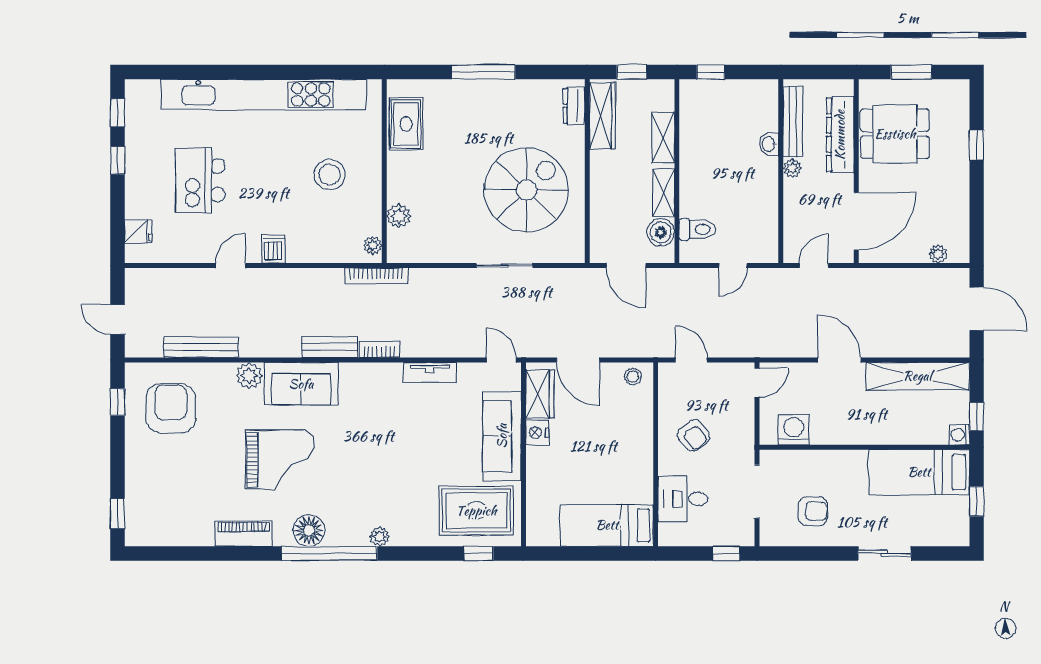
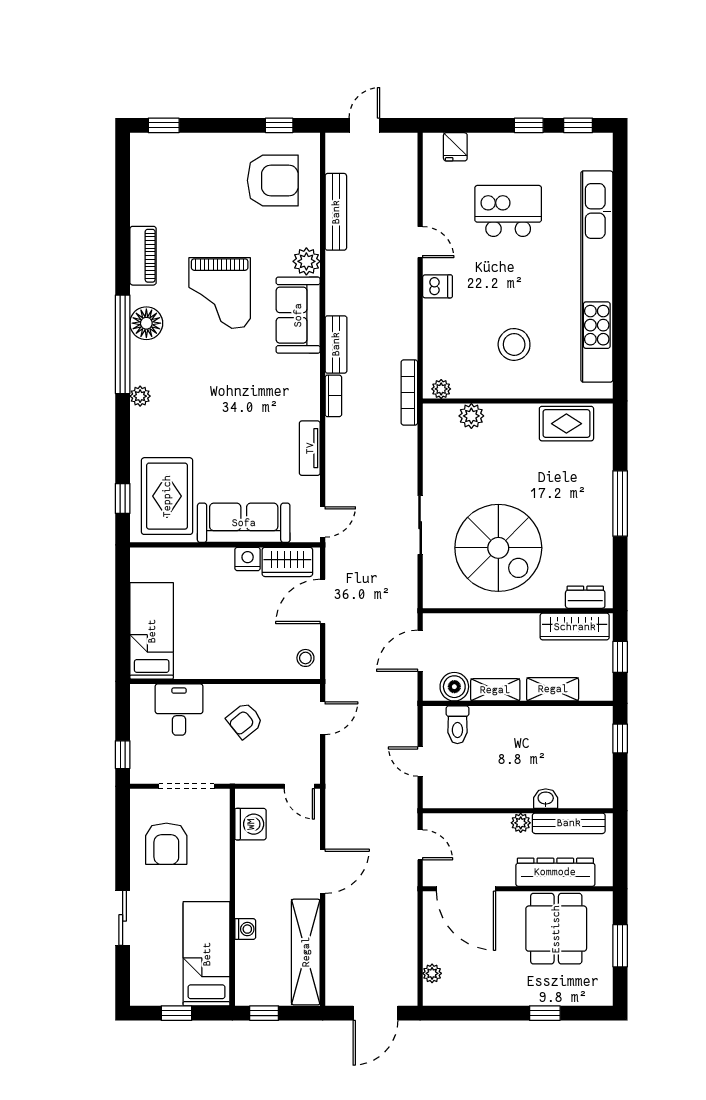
washing machine: (959, 435) -> (245, 929), moved, turned 90
armchair: (813, 511) -> (166, 844), width x1.38, depth x1.38

